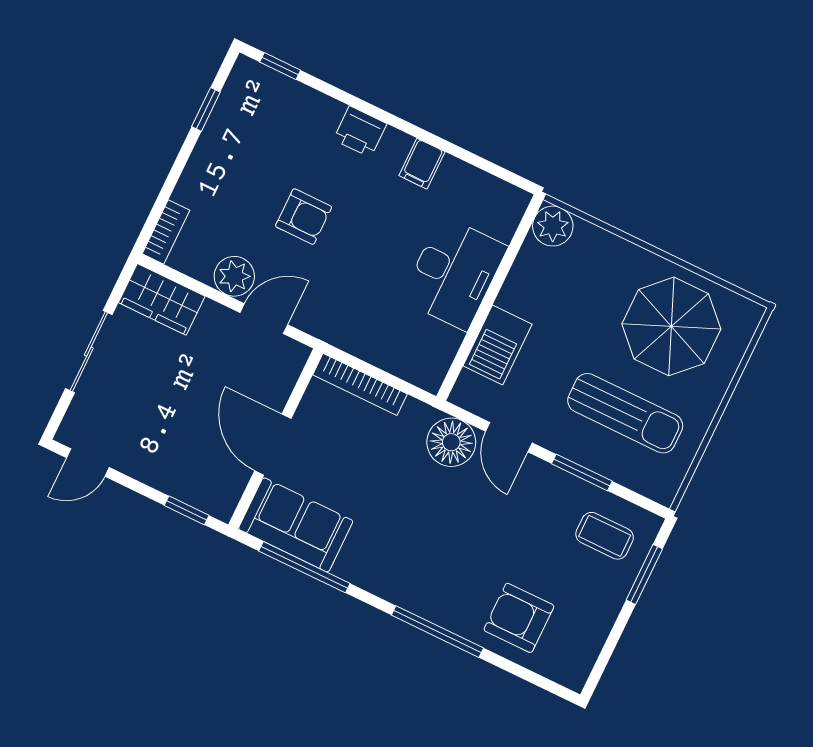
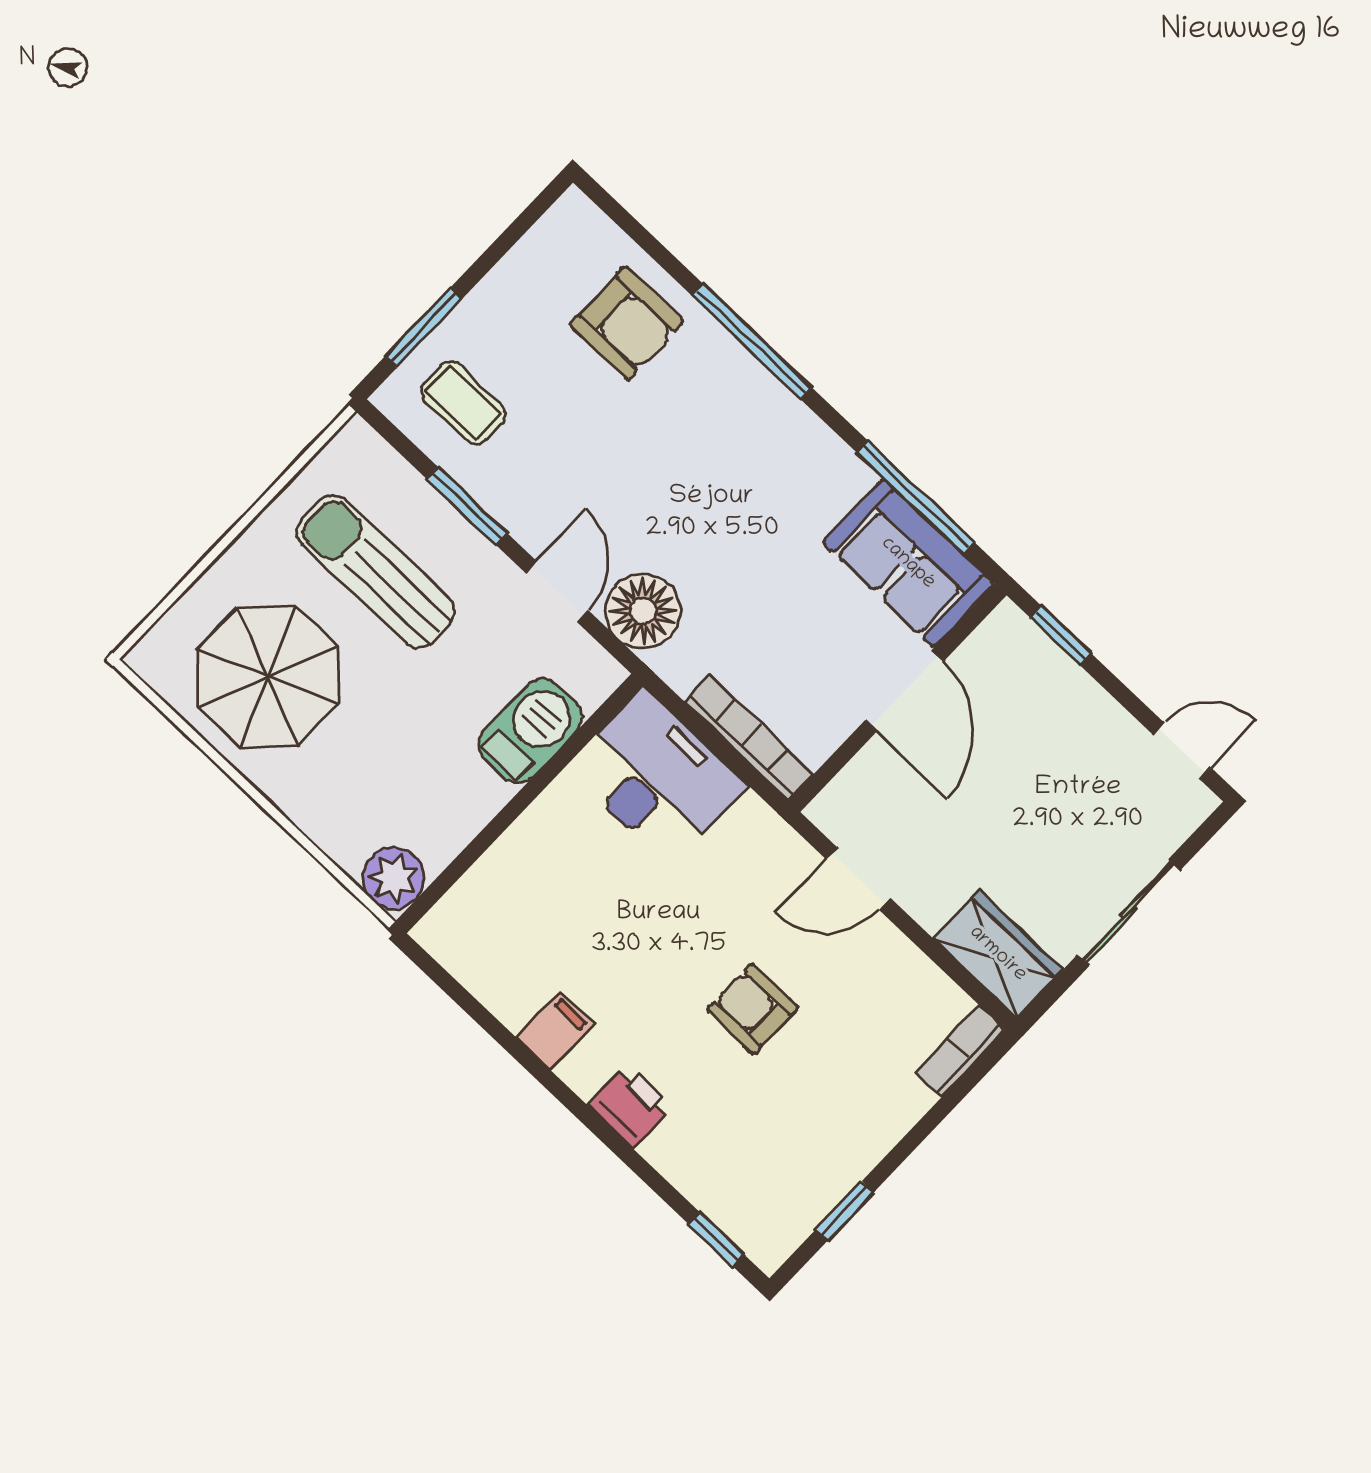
desk: (454, 273) -> (656, 777), moved, turned 90
plant: (234, 276) -> (882, 954), removed

